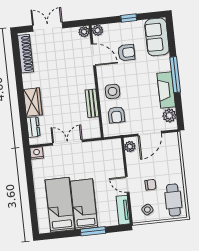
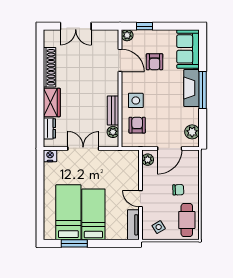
window: (129, 18) -> (144, 26), moved
double door: (48, 27) -> (76, 26), swing flipped
plant: (84, 32) -> (113, 132), moved
armchair: (126, 53) -> (155, 62), turned 90
shoe rack: (25, 54) -> (50, 67), moved
fireplace: (166, 90) -> (192, 88), moved
armchair: (116, 115) -> (137, 125), turned 180
chair: (150, 185) -> (178, 190), moved
window: (93, 231) -> (74, 243), moved

